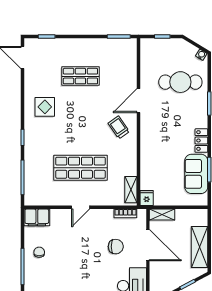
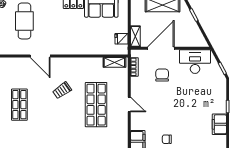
display table: (45, 107) -> (45, 134), removed
trolley: (119, 127) -> (62, 90), moved
fridge: (147, 198) -> (121, 39), moved

